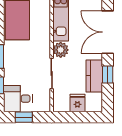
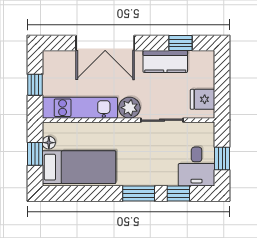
window: (108, 75) -> (181, 43), moved
fridge: (77, 103) -> (203, 99), moved

